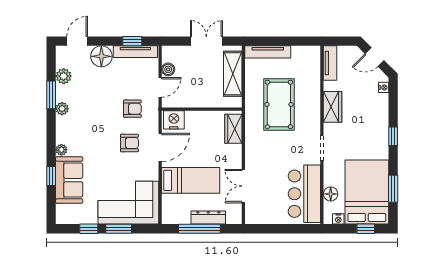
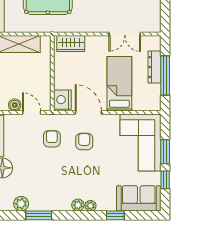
plant: (62, 109) -> (78, 205), moved
sofa: (69, 180) -> (139, 198), moved

